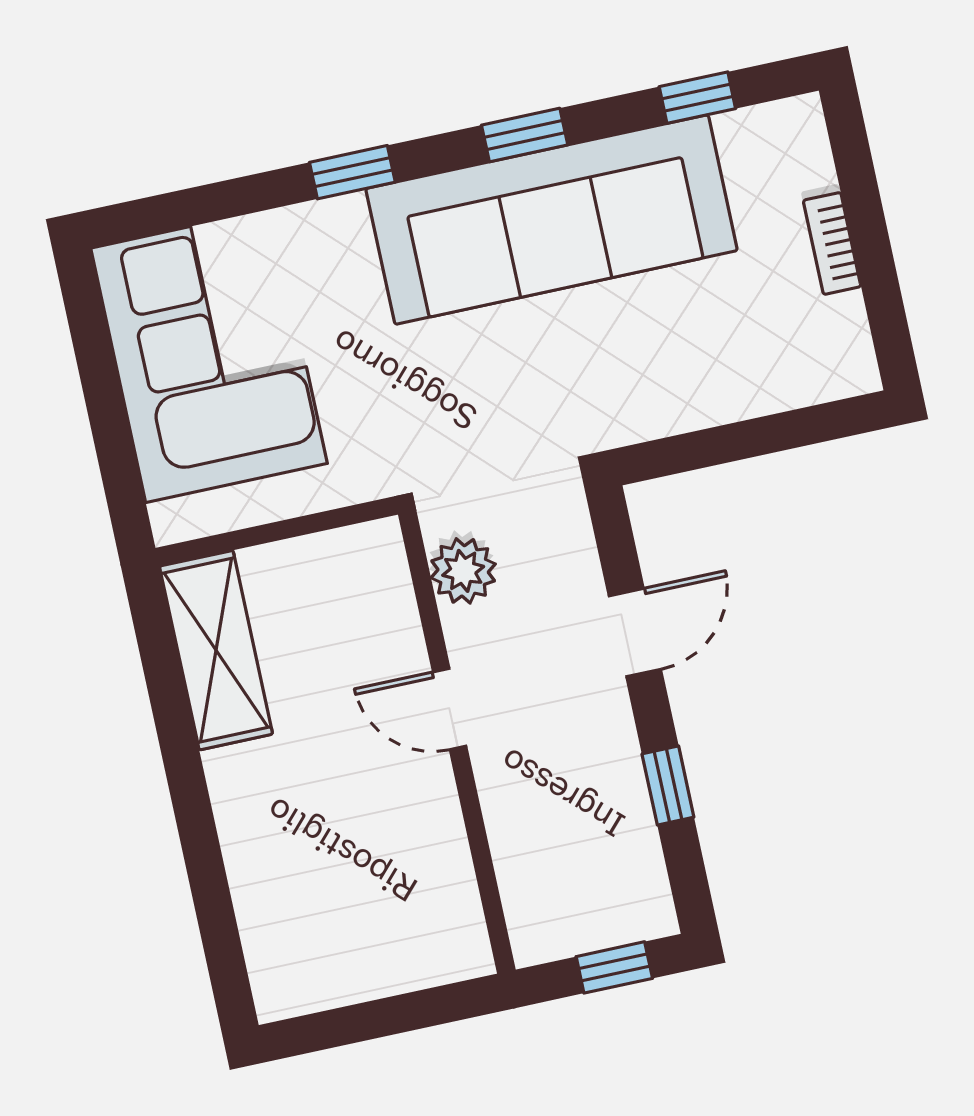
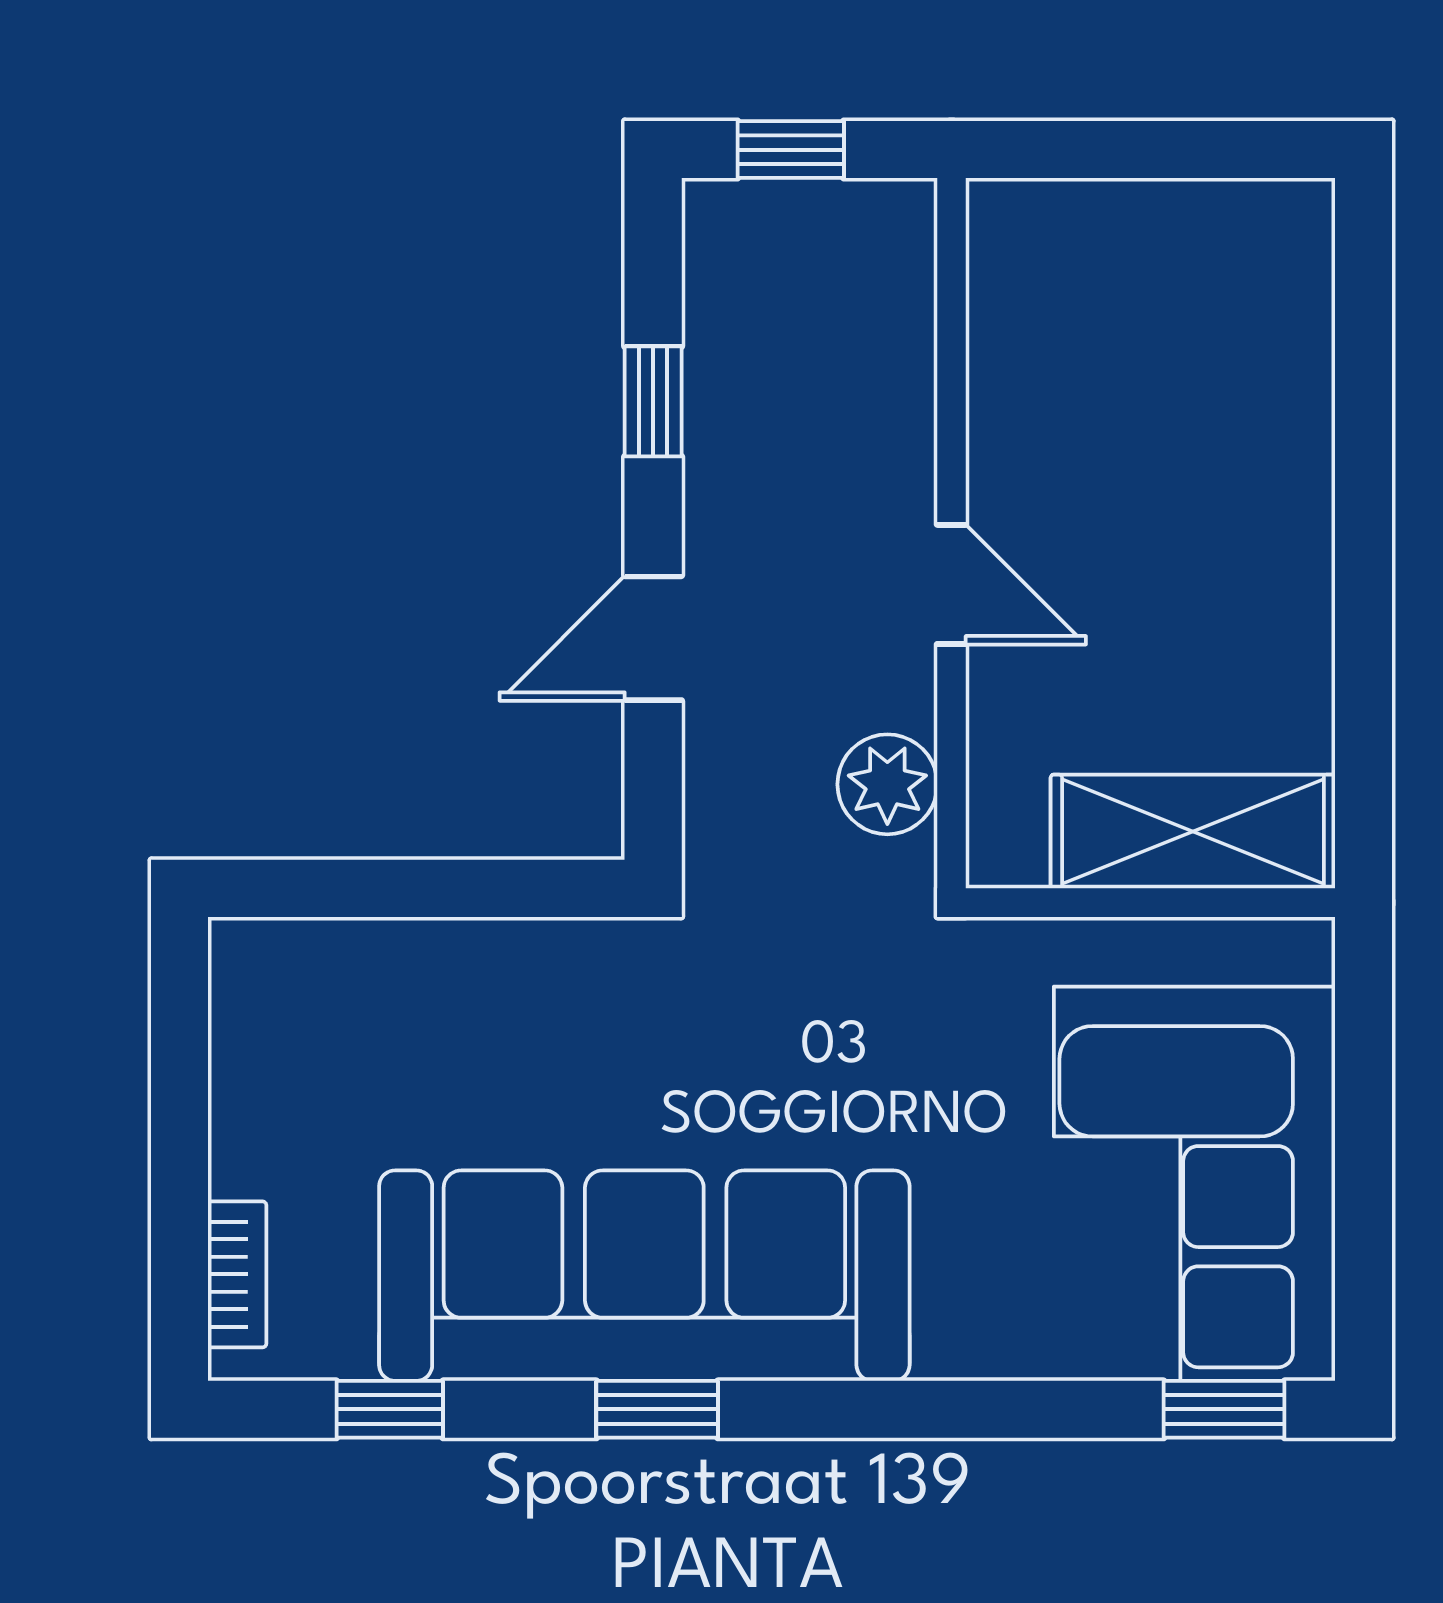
window: (352, 172) -> (1224, 1409), moved
bookcase: (832, 243) -> (237, 1274), moved
shelving: (216, 650) -> (1193, 831), moved, turned 90

